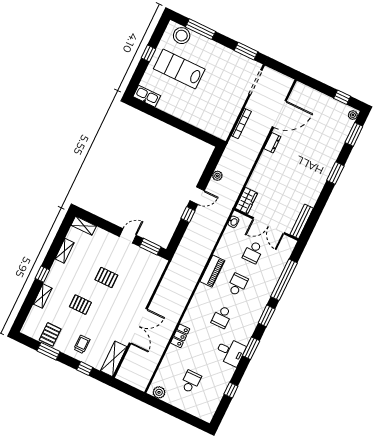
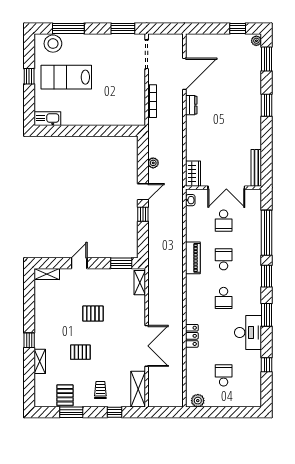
door: (128, 236) -> (79, 263), moved
shelving: (64, 251) -> (140, 283), moved
desk: (230, 352) -> (248, 332), width x1.37

